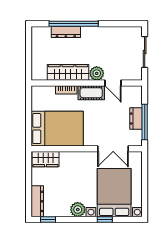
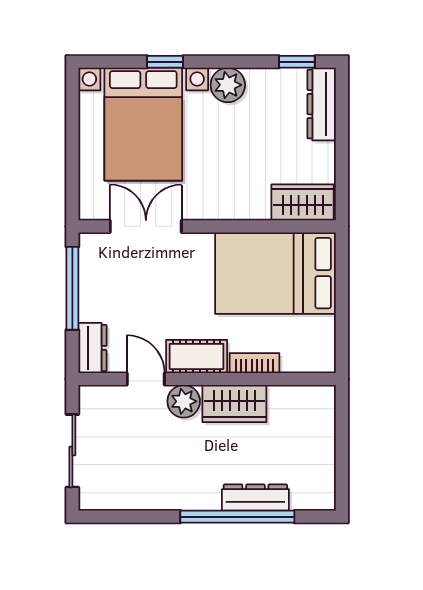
wardrobe: (68, 72) -> (234, 404), width x0.67
dresser: (136, 119) -> (93, 348), moved

